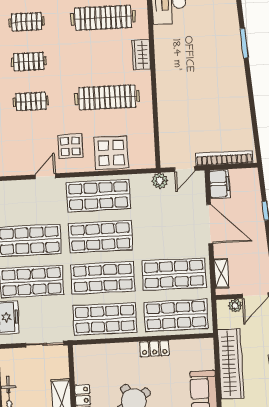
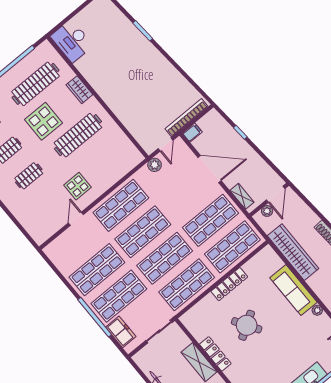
display table: (111, 153) -> (44, 121), moved
filing cabinet: (219, 184) -> (192, 133), width x0.50
locker: (154, 348) -> (229, 284), width x1.53

